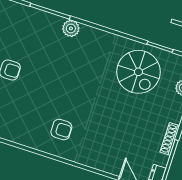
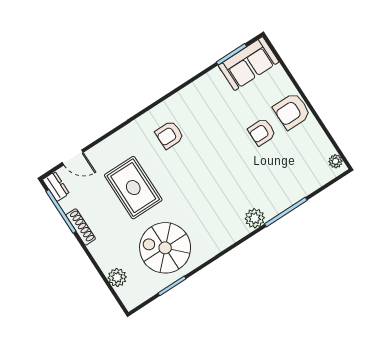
rug: (116, 125) -> (133, 188), added

